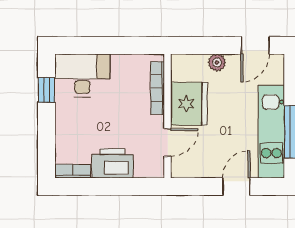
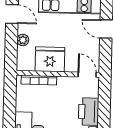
door: (168, 142) -> (87, 75), moved

